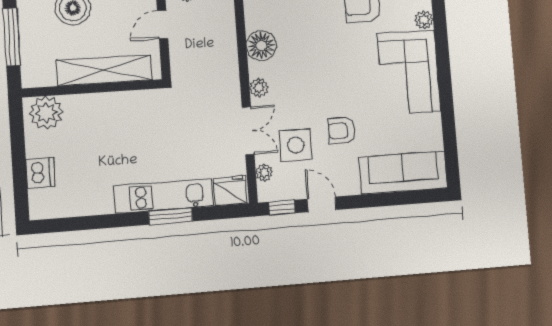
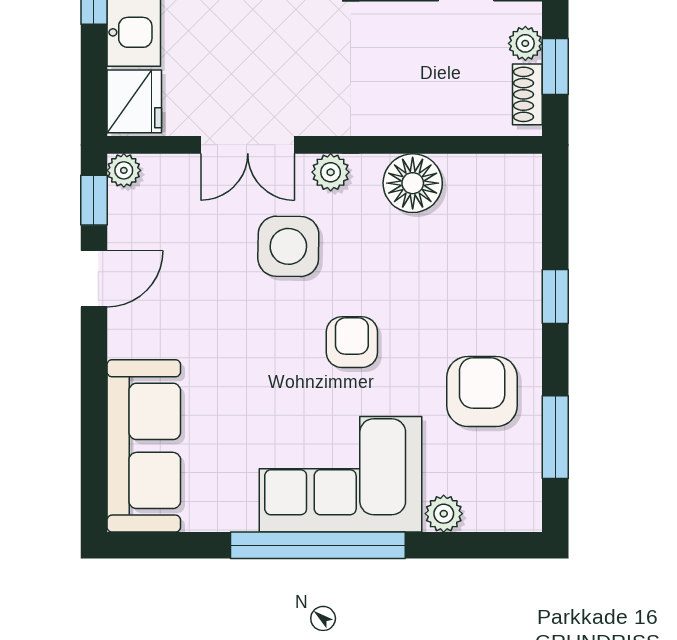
window: (445, 81) -> (318, 545), added
armchair: (342, 130) -> (352, 342), moved
side table: (296, 145) -> (288, 246), moved
plant: (264, 172) -> (124, 170), moved

